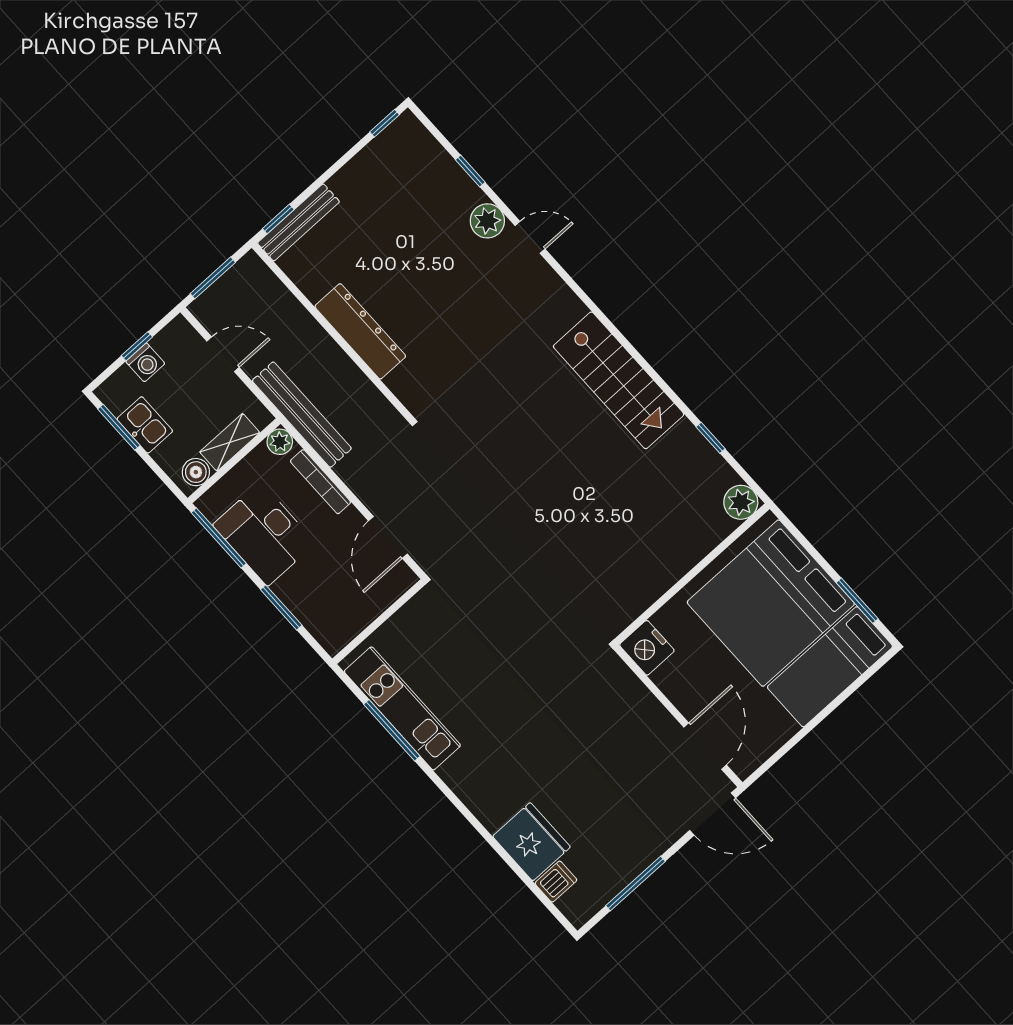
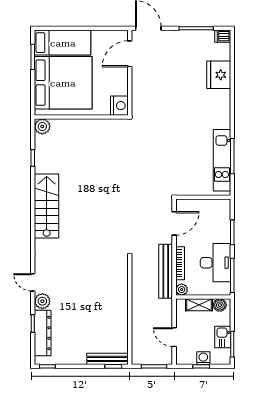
dresser: (360, 331) -> (43, 333), moved, turned 180
bench: (302, 415) -> (166, 271), moved
dishwasher: (556, 882) -> (223, 36), moved

